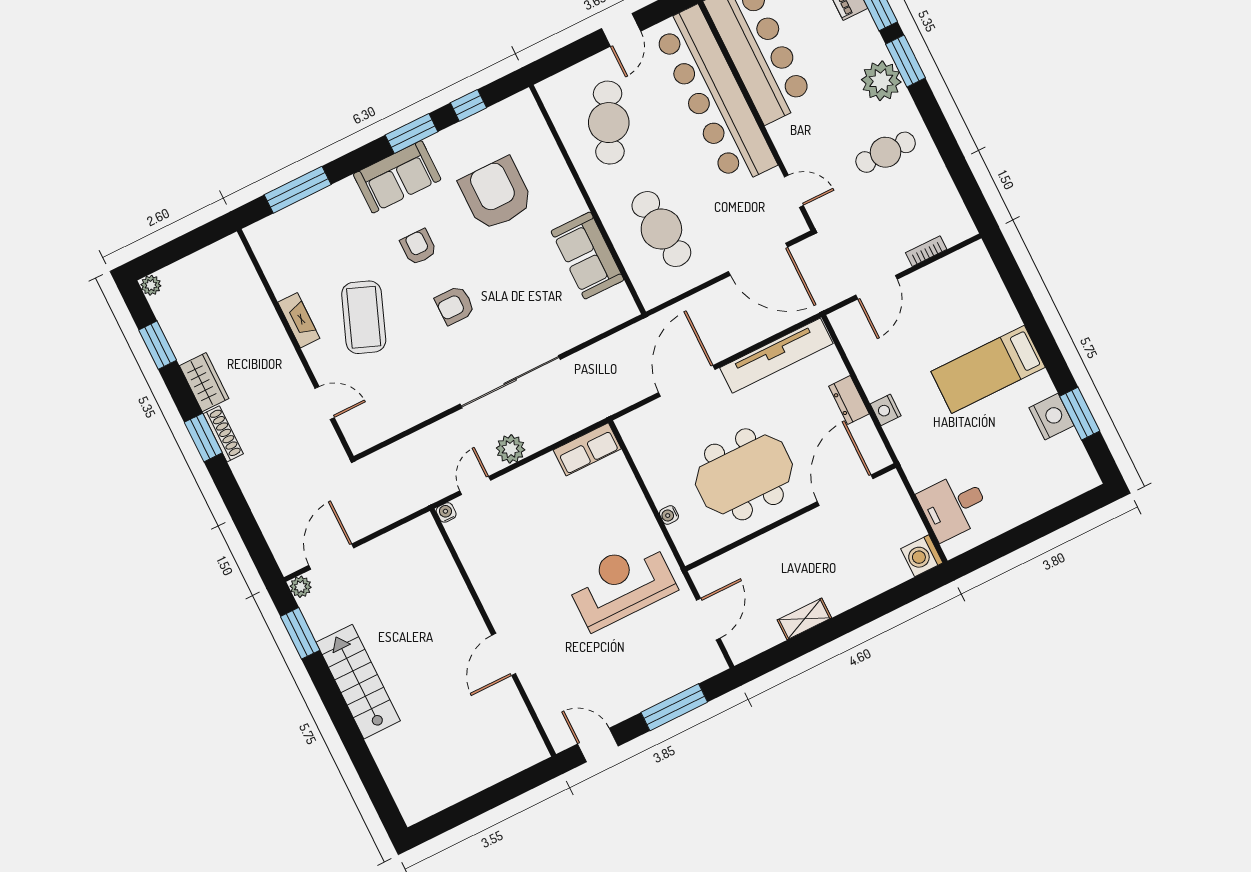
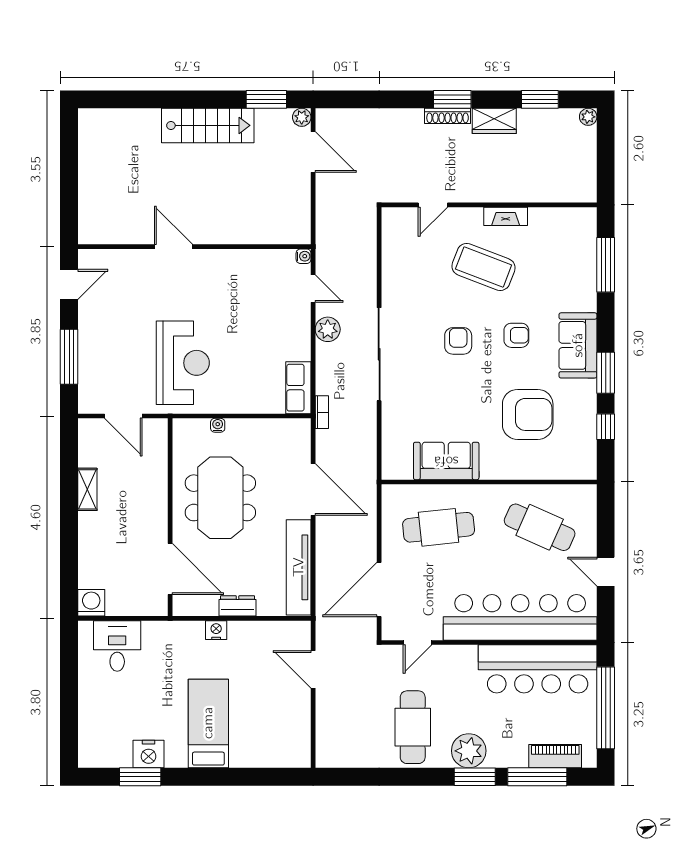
cafe table: (886, 152) -> (413, 727), width x1.37, depth x1.35
bookcase: (926, 251) -> (322, 412), moved

